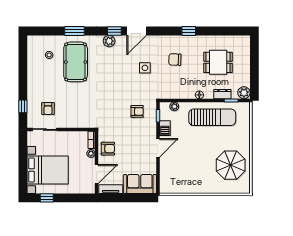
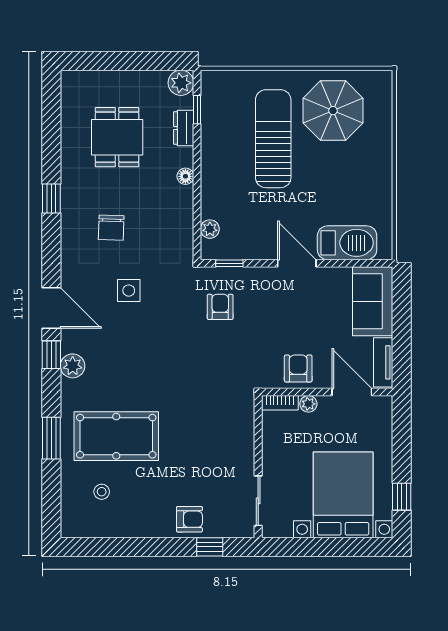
armchair: (48, 109) -> (189, 519), moved
sun lounger: (212, 117) -> (273, 139), moved
barbecue: (165, 128) -> (347, 243), moved, width x1.88, depth x1.53

